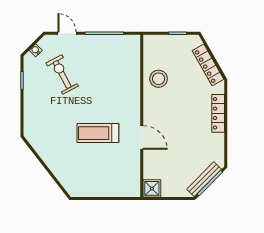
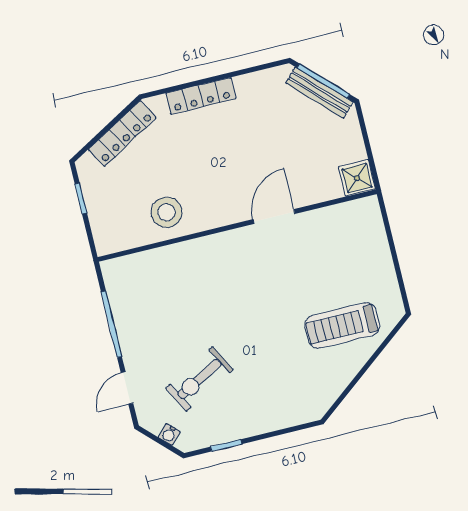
treadmill: (98, 133) -> (342, 325), moved, turned 90

